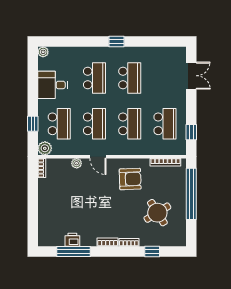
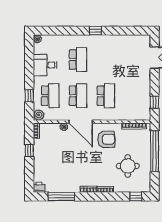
school desk: (130, 78) -> (106, 59), removed
school desk: (165, 124) -> (134, 96), removed
door: (98, 157) -> (81, 122), width x1.87
window: (33, 193) -> (29, 151), added
round table: (157, 213) -> (128, 166), turned 32
printer: (72, 240) -> (39, 187), moved
window: (152, 251) -> (136, 197), moved

